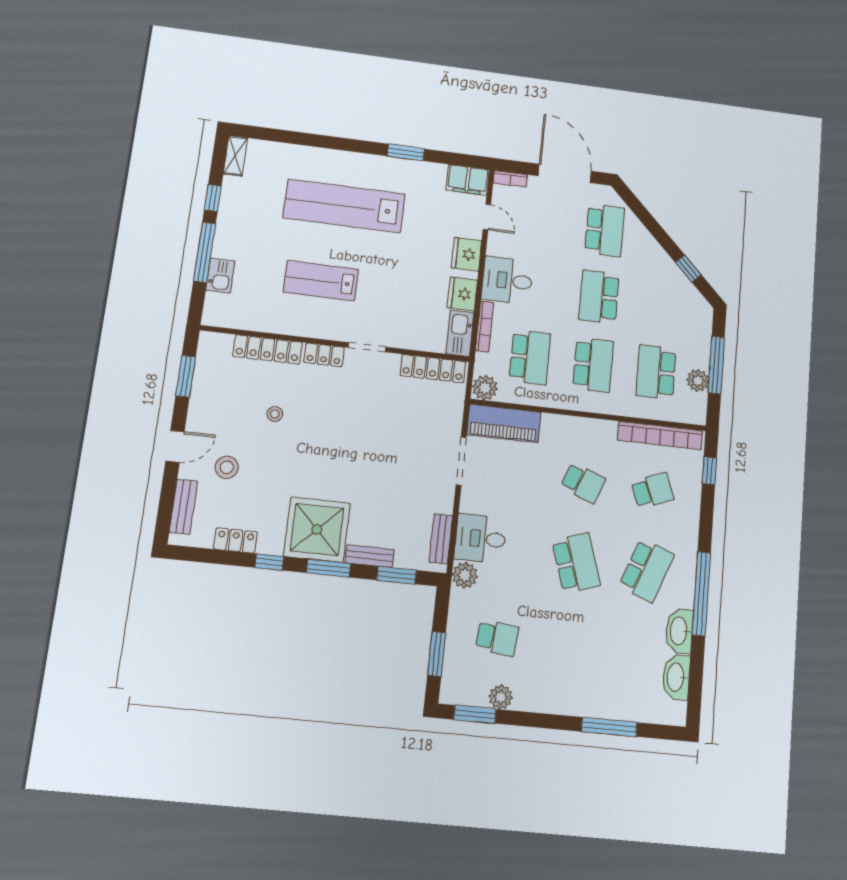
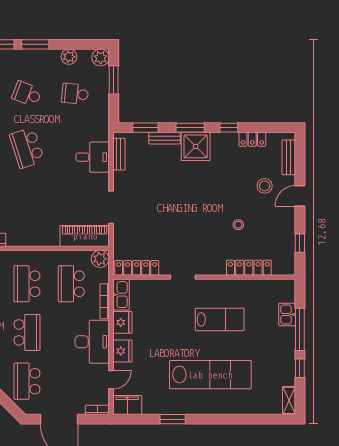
door: (487, 217) -> (111, 380), swing flipped
desk: (507, 280) -> (92, 342), width x1.37
locker: (324, 355) -> (211, 268), removed
window: (186, 376) -> (300, 243), width x0.67
school desk: (583, 483) -> (27, 94), moved
shower: (317, 530) -> (196, 146), width x0.73, depth x0.73
plant: (465, 575) -> (101, 57), moved
window: (475, 714) -> (35, 44), moved

